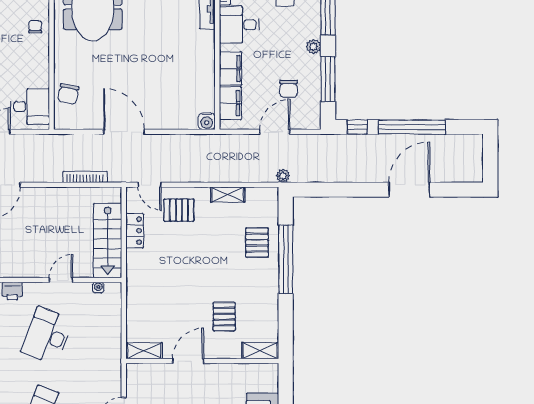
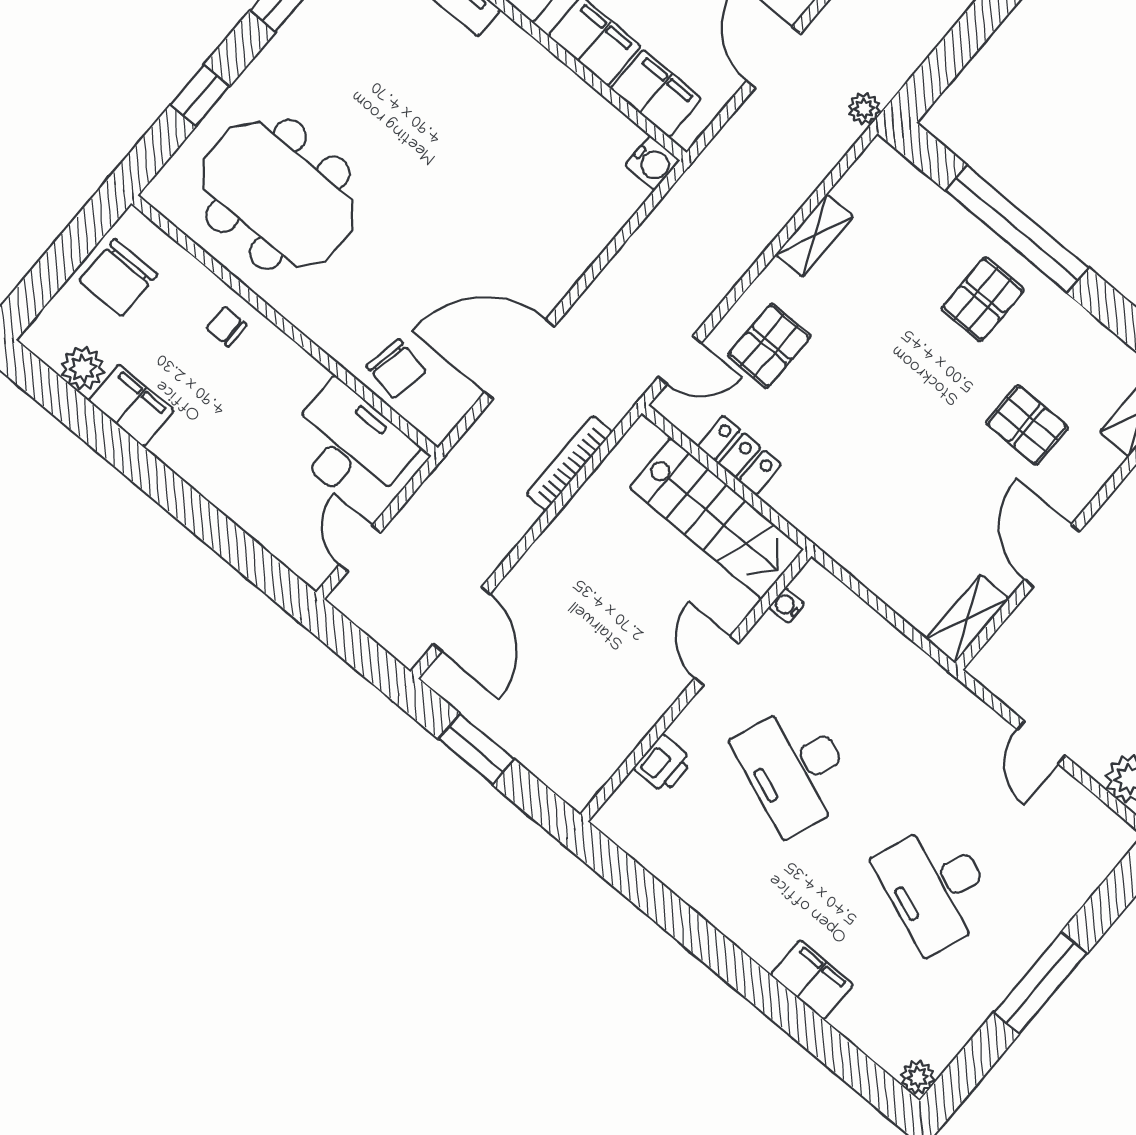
desk: (30, 106) -> (349, 445), width x1.37
door: (124, 132) -> (519, 359), moved
pallet: (257, 243) -> (983, 299), moved, turned 90

